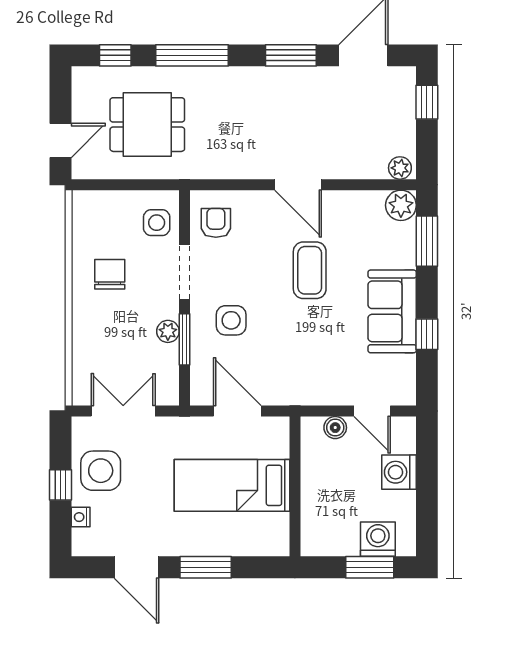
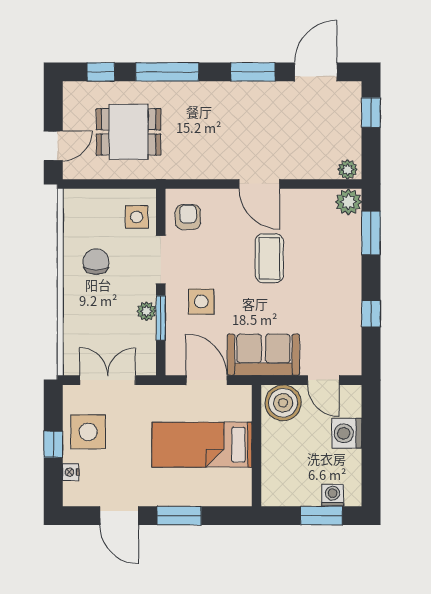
sofa: (392, 311) -> (263, 355), moved, turned 90
boiler: (335, 428) -> (283, 403), width x1.86, depth x1.86
washing machine: (378, 539) -> (333, 495), width x0.73, depth x0.73

